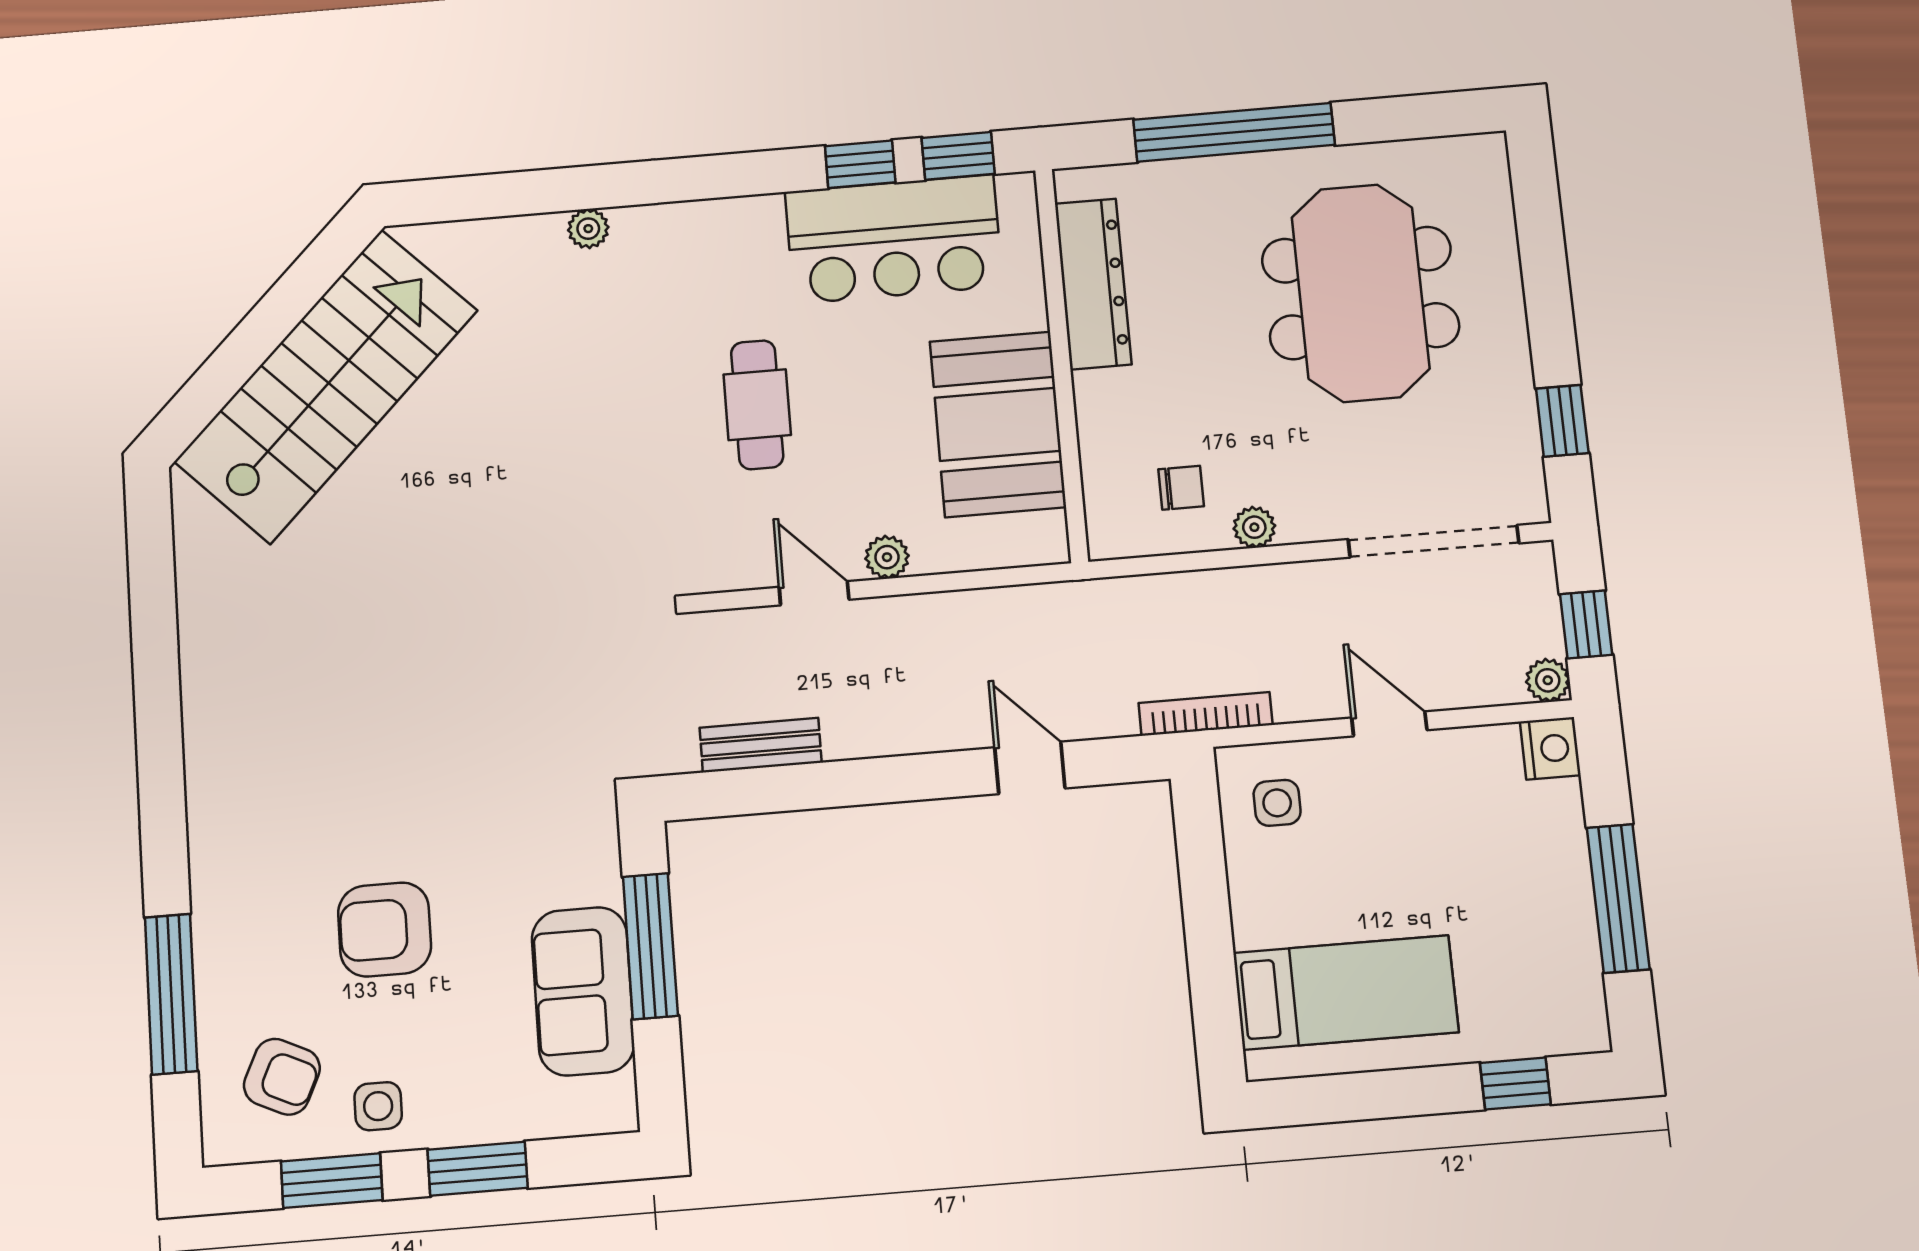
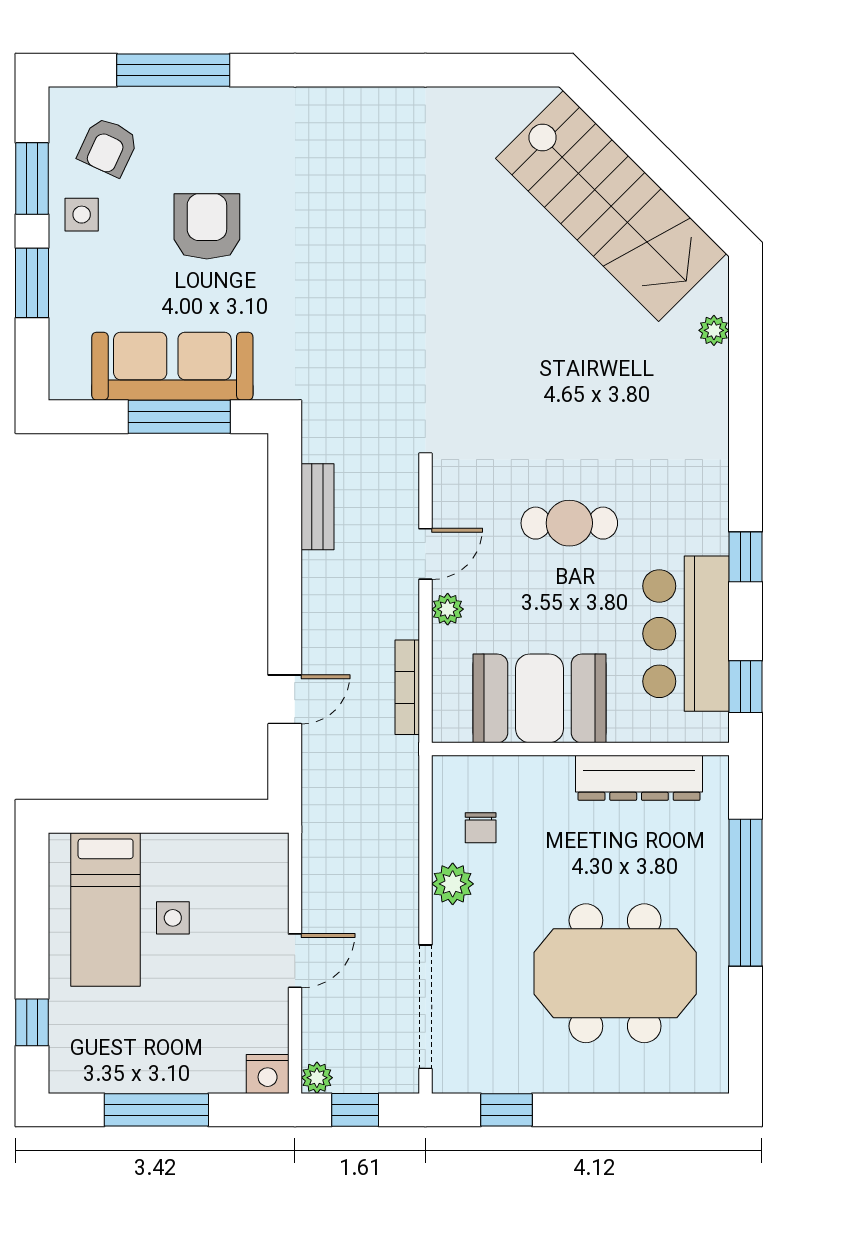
window: (860, 164) -> (746, 557), moved
plant: (588, 229) -> (714, 330), moved
plant: (1254, 527) -> (453, 884), width x1.38, depth x1.38
bookcase: (1206, 714) -> (407, 687), moved, turned 180
side table: (1277, 803) -> (173, 918), moved
sofa: (583, 991) -> (172, 366), width x1.36

